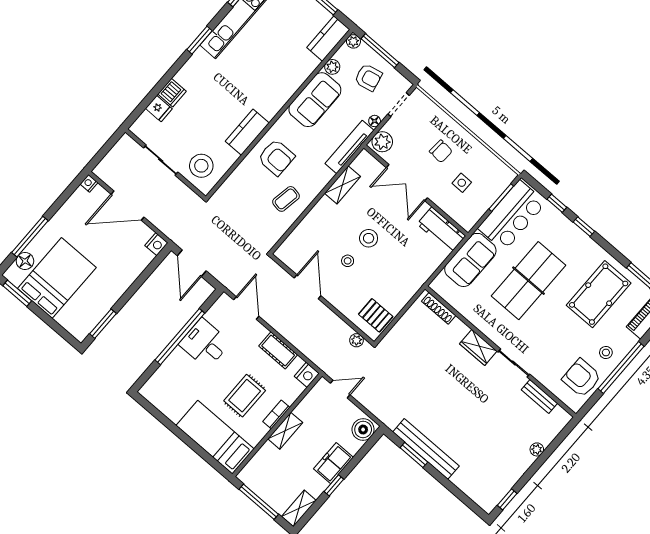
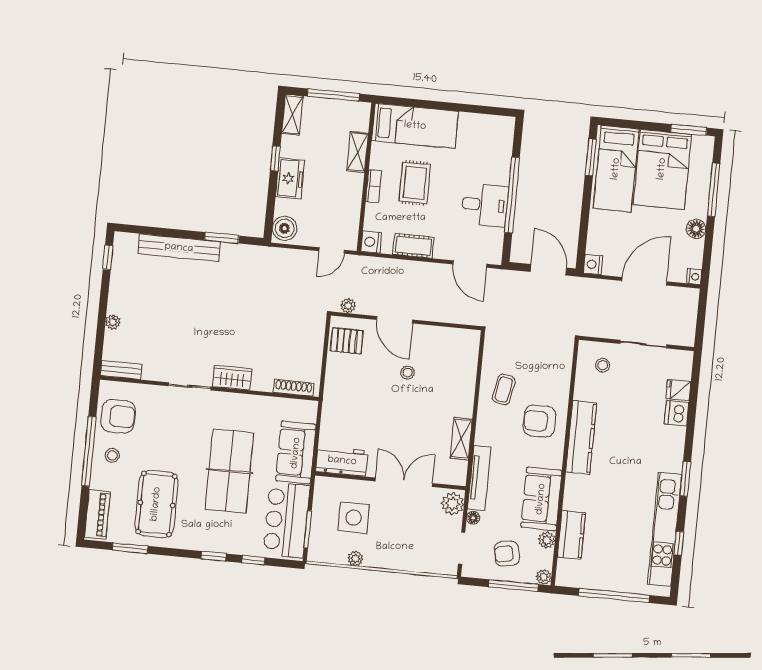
kitchen counter: (328, 38) -> (571, 535), moved
kitchen counter: (247, 132) -> (581, 437), width x1.50
chair: (441, 151) -> (393, 533), removed
plant: (482, 152) -> (355, 559), added
stool: (201, 166) -> (603, 365), width x0.53, depth x0.53
side table: (462, 183) -> (354, 518), width x1.87, depth x1.87
stool: (369, 238) -> (403, 407), removed
floor lamp: (25, 261) -> (696, 229), moved
door: (308, 287) -> (395, 320), moved
bed: (90, 302) -> (616, 169), added
bench: (539, 396) -> (121, 370), moved
shelving: (285, 431) -> (358, 152), moved
bench: (426, 449) -> (179, 248), moved

